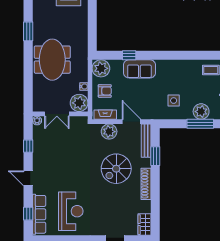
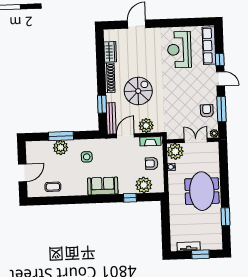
plant: (101, 68) -> (144, 185), moved
sofa: (139, 69) -> (103, 186), moved
door: (132, 122) -> (125, 136), swing flipped
armchair: (44, 145) -> (207, 111), added
window: (28, 146) -> (222, 109), width x2.17
window: (28, 214) -> (220, 59), moved
wardrobe: (145, 225) -> (110, 52), moved

